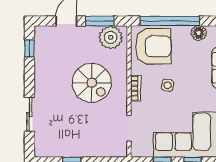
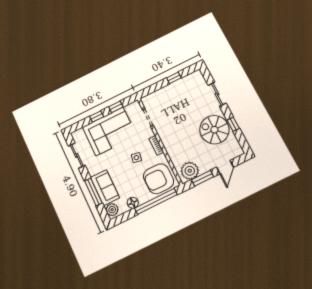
window: (29, 48) -> (233, 124), moved
spiral stairs: (92, 83) -> (214, 130), moved

